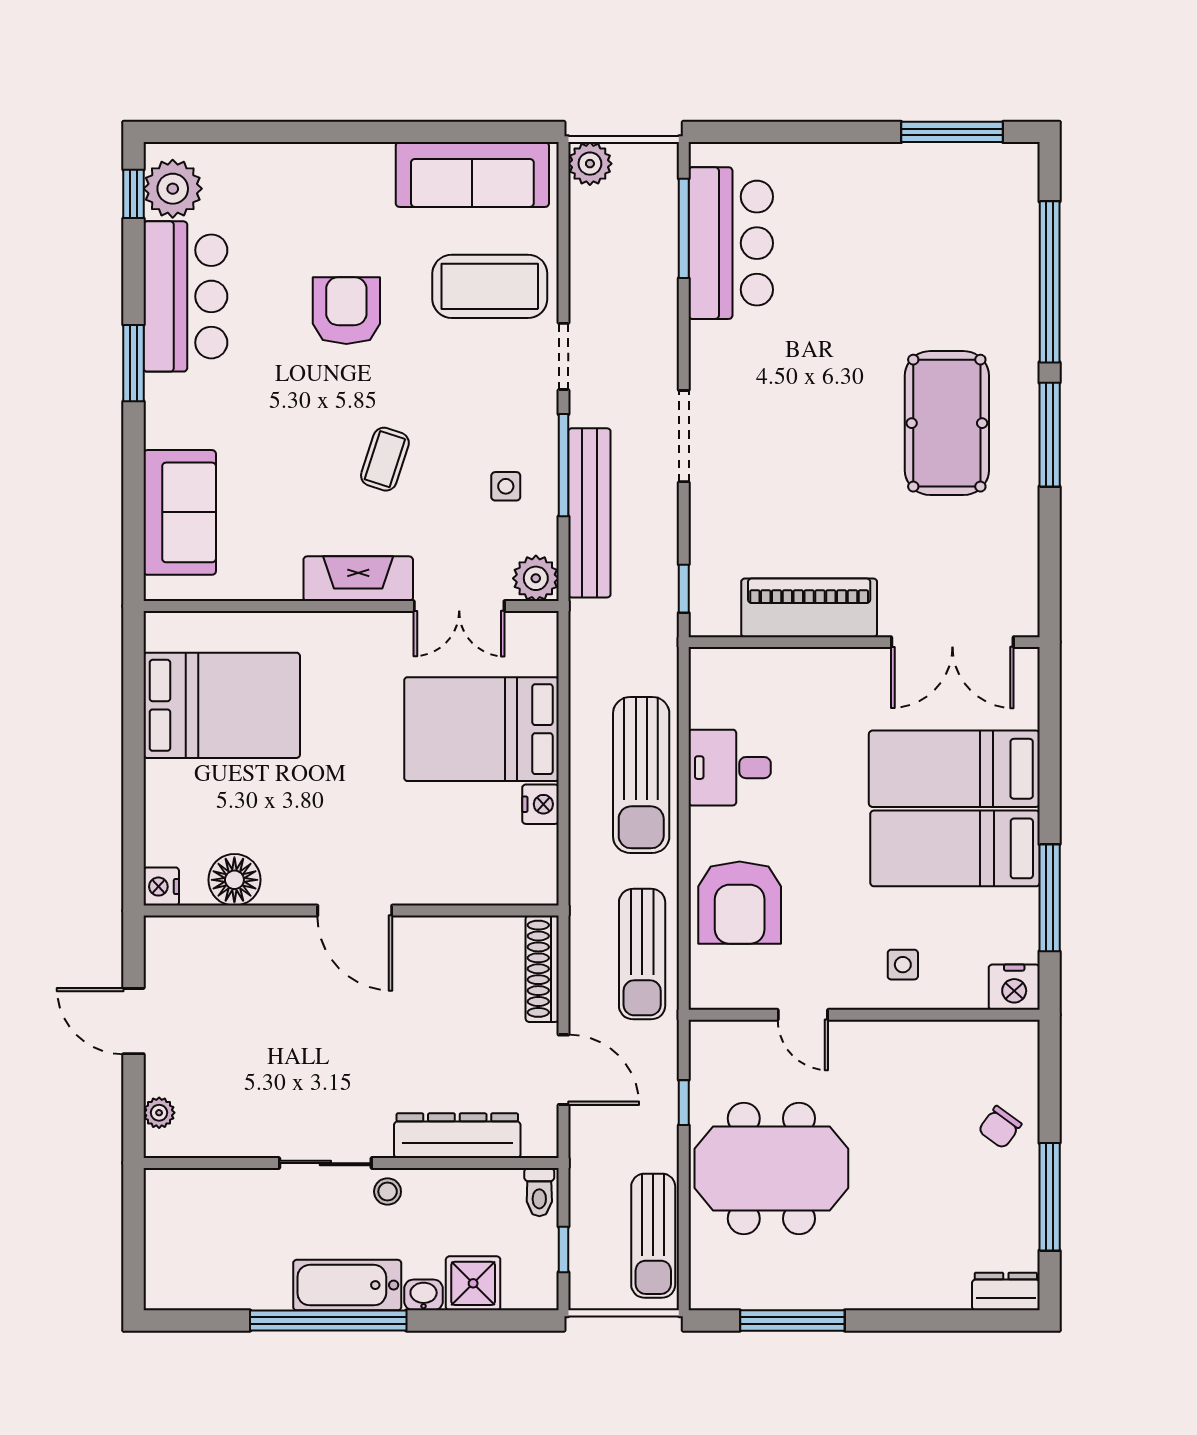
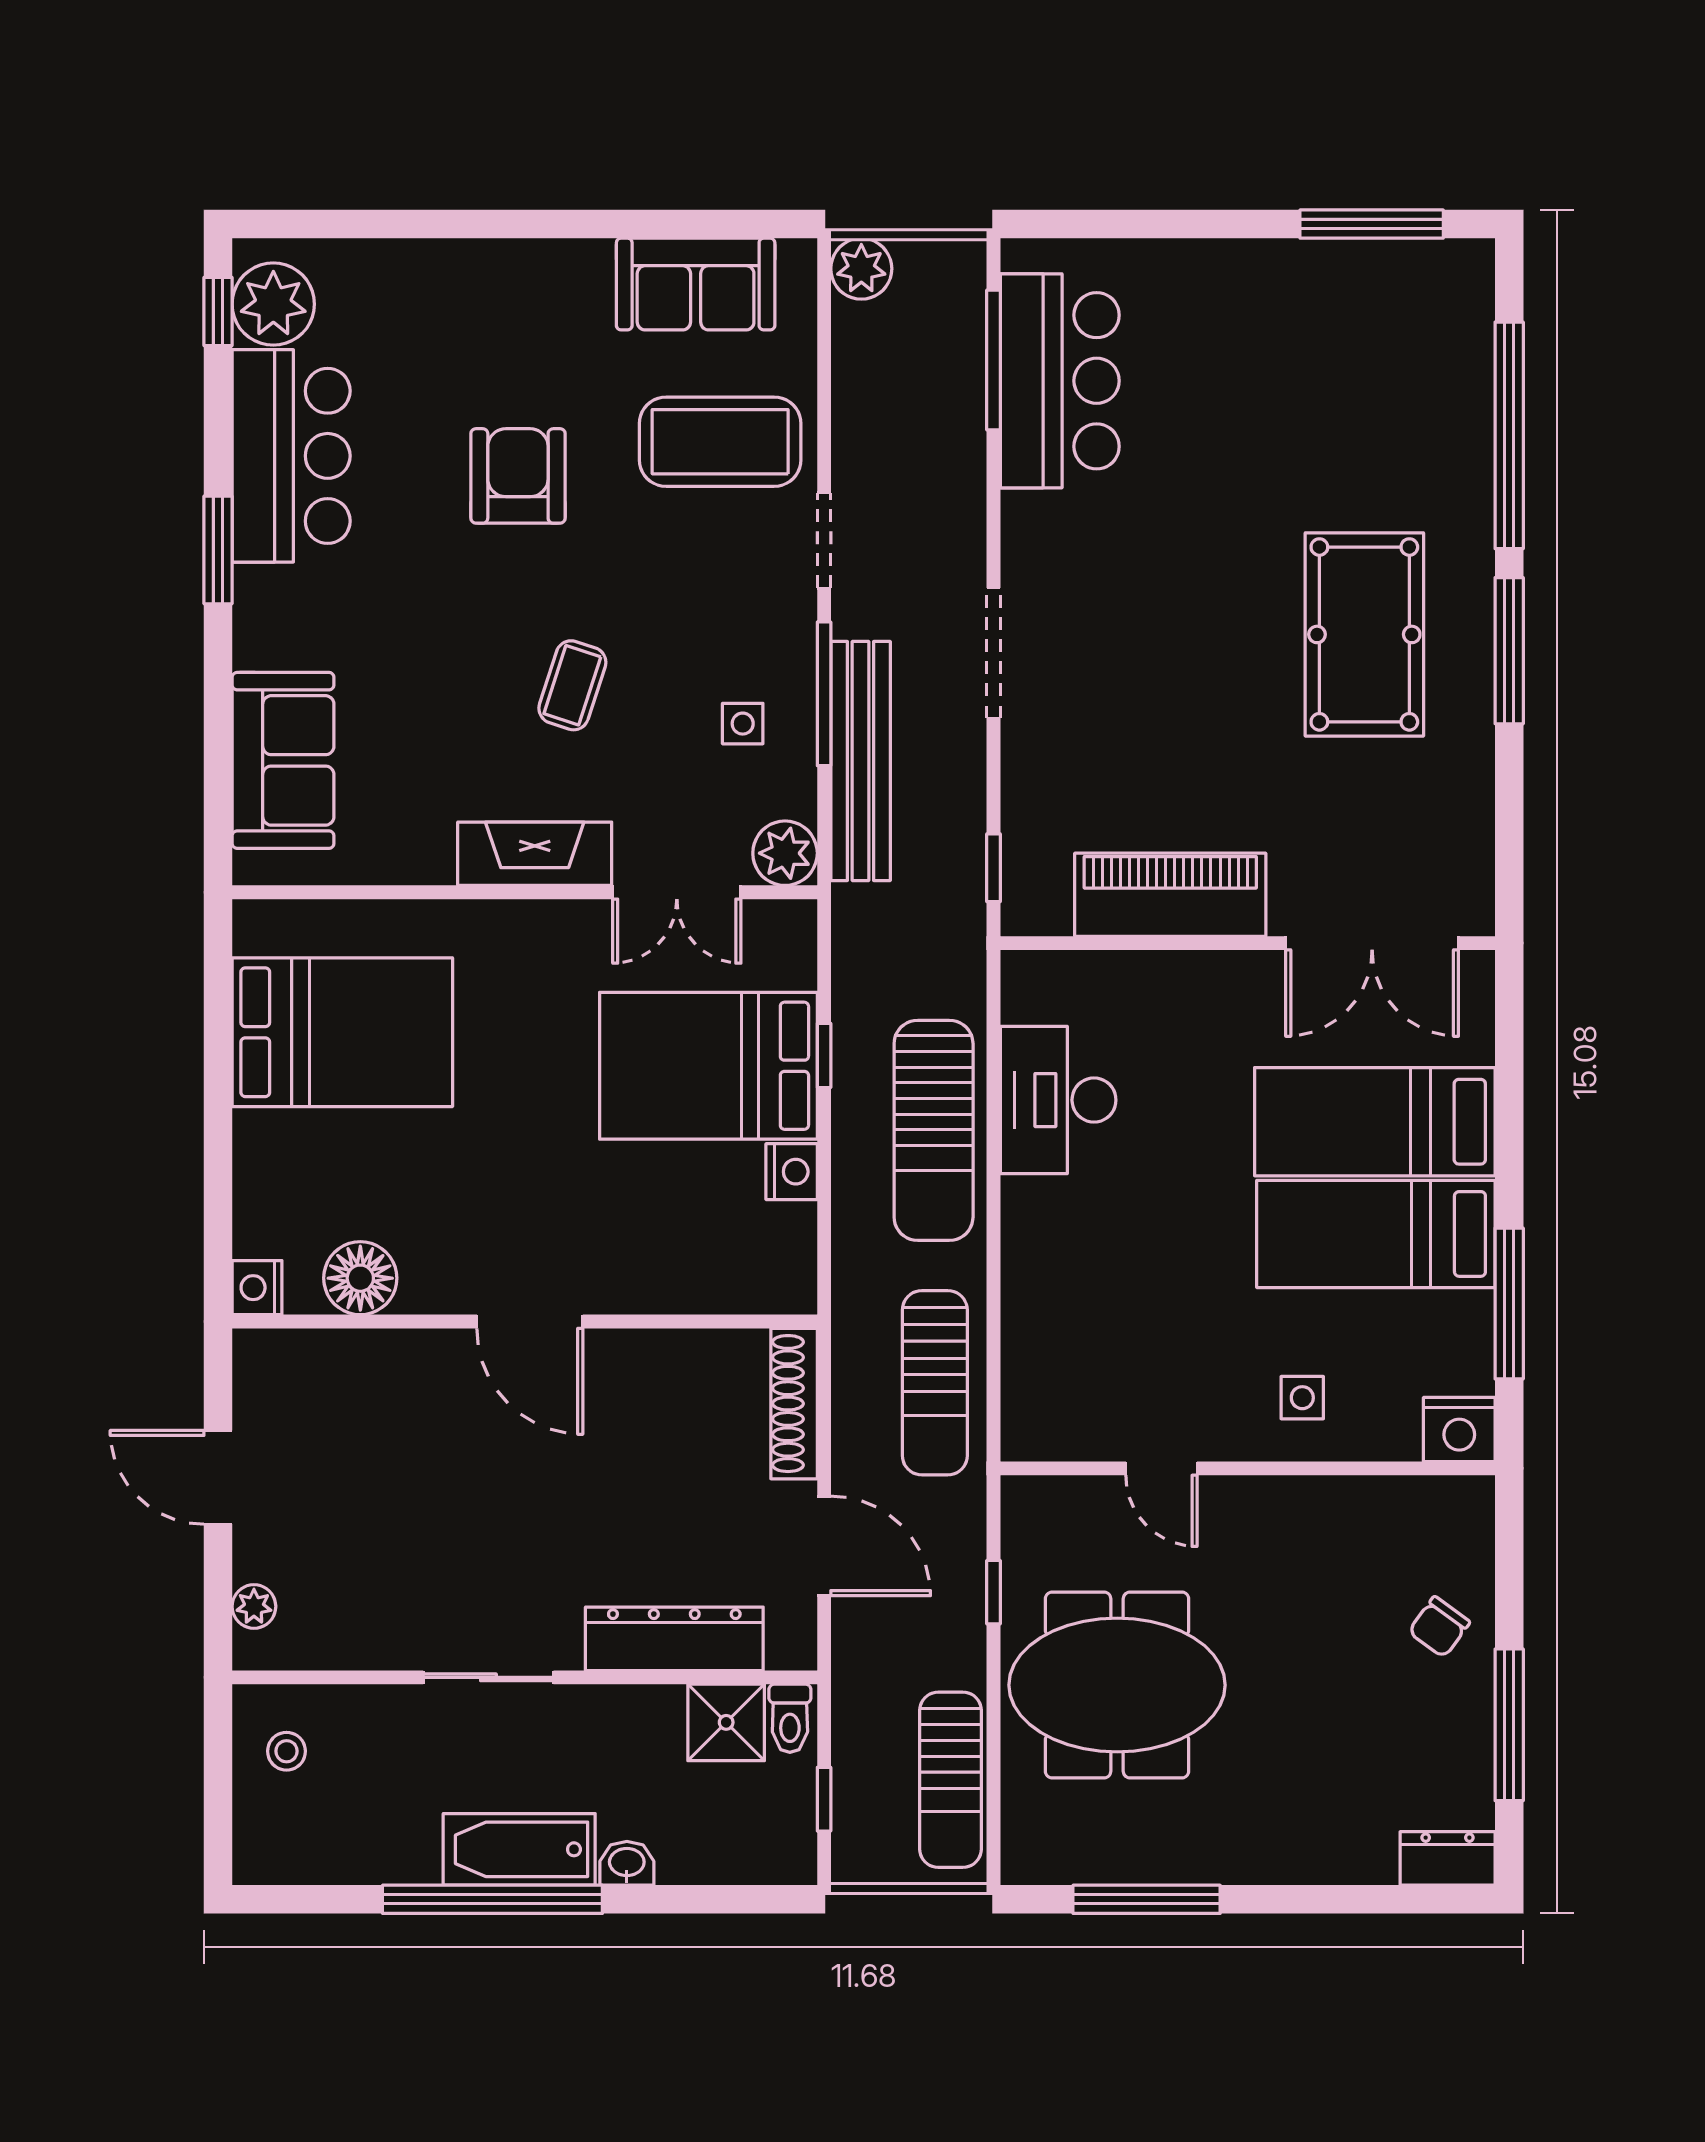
sofa: (472, 174) -> (696, 284), width x0.73
window: (563, 722) -> (824, 1055), added
desk: (730, 768) -> (1058, 1100), width x1.37
armchair: (740, 903) -> (1072, 1310), removed
stool: (388, 1192) -> (287, 1751), moved
shower: (473, 1283) -> (726, 1722), moved

